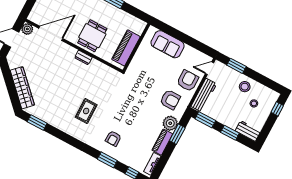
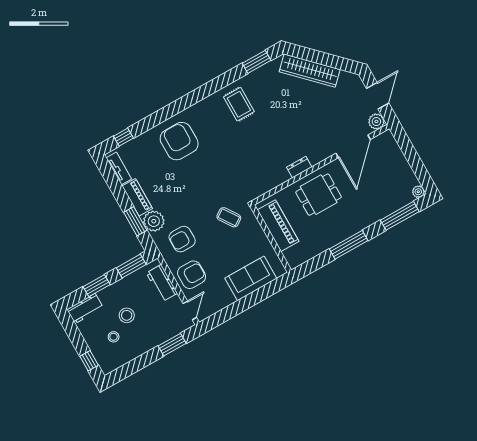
dining table: (92, 36) -> (319, 195), turned 90
coffee table: (140, 80) -> (229, 217), added
armchair: (188, 81) -> (192, 275), turned -90
stool: (245, 87) -> (127, 315), moved
workbench: (204, 95) -> (162, 283), width x0.73
rug: (86, 111) -> (239, 104), moved
armchair: (113, 138) -> (179, 141), width x1.88, depth x1.88
window: (107, 160) -> (158, 118), removed

